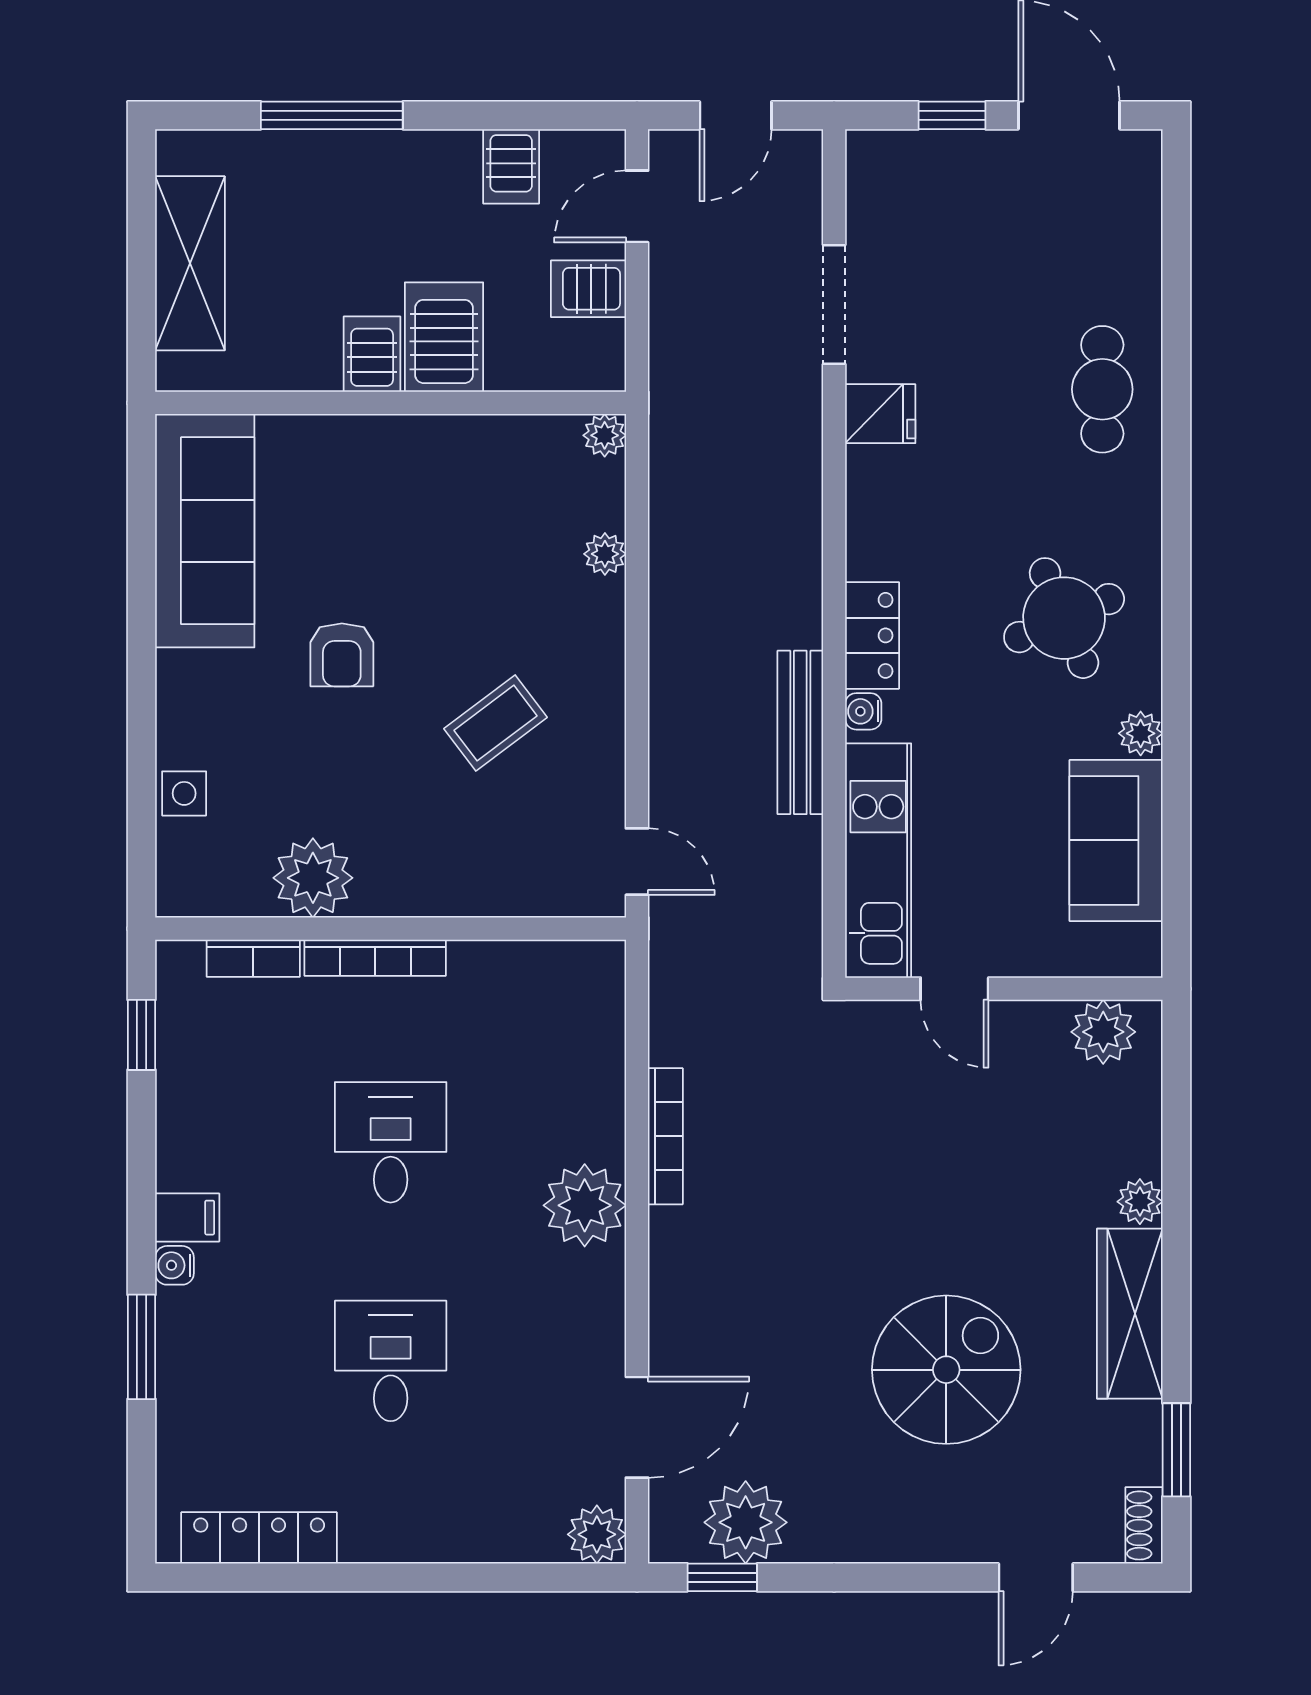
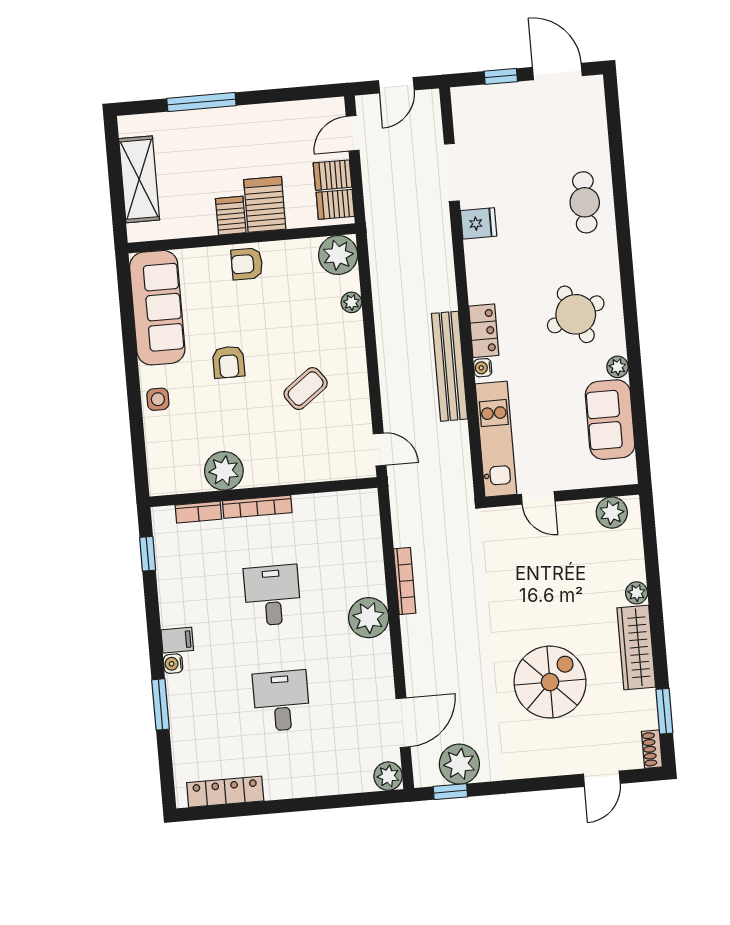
server rack: (511, 166) -> (335, 204), moved, turned 90
plant: (605, 435) -> (338, 255), width x1.88, depth x1.88
armchair: (397, 456) -> (247, 264), added
bench: (800, 732) -> (450, 366), width x1.37, depth x1.21
side table: (184, 793) -> (158, 399), moved

